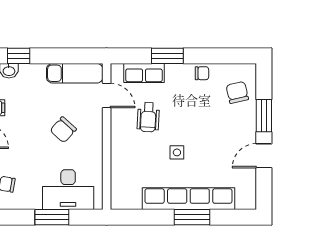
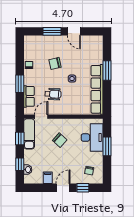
window: (66, 56) -> (20, 138), added
chair: (237, 92) -> (55, 63), moved
row of seats: (188, 199) -> (97, 89), moved

